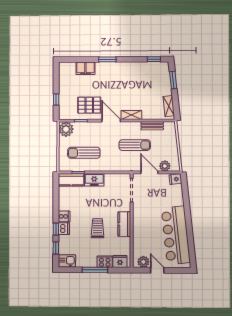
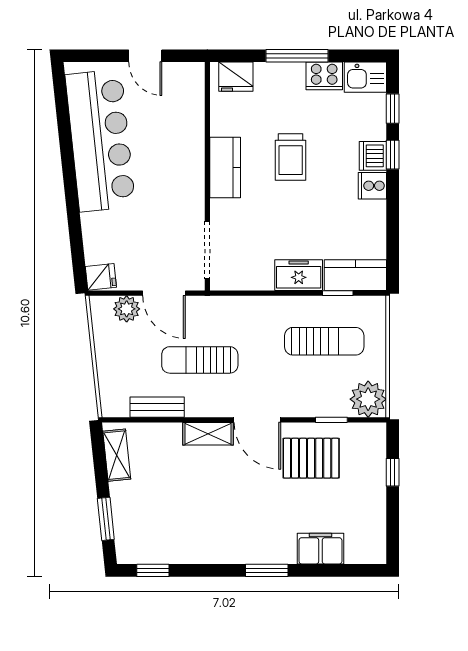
cooker: (105, 262) -> (324, 76), moved
plant: (143, 262) -> (179, 76), removed

